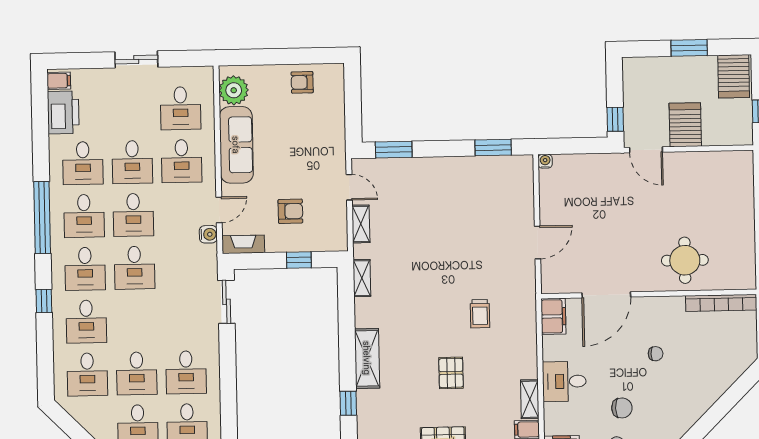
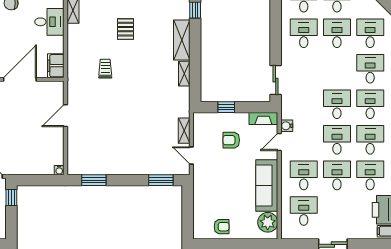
shelving: (362, 278) -> (184, 74), moved

